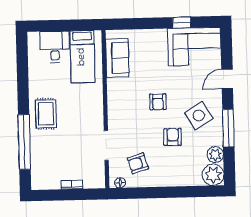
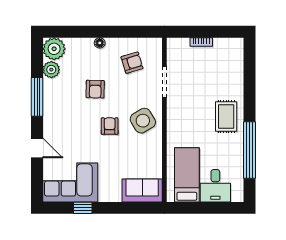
sofa: (117, 58) -> (142, 190), moved, turned 90
door: (227, 79) -> (37, 148), hinge flipped
side table: (199, 116) -> (143, 121), moved
window: (24, 142) -> (249, 150), moved
floor lamp: (120, 183) -> (100, 43), moved

